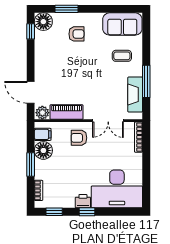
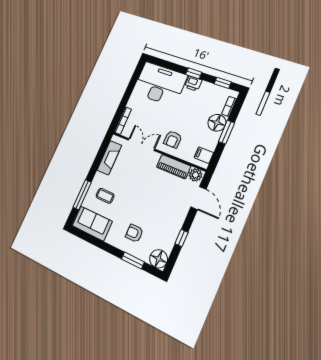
window: (31, 31) -> (181, 238), moved
window: (146, 81) -> (82, 195), moved
armchair: (79, 138) -> (173, 139), turned 90
floor lamp: (43, 150) -> (217, 123), moved

